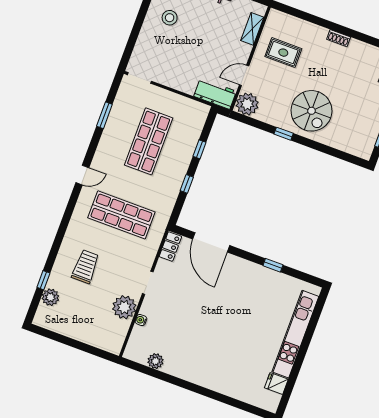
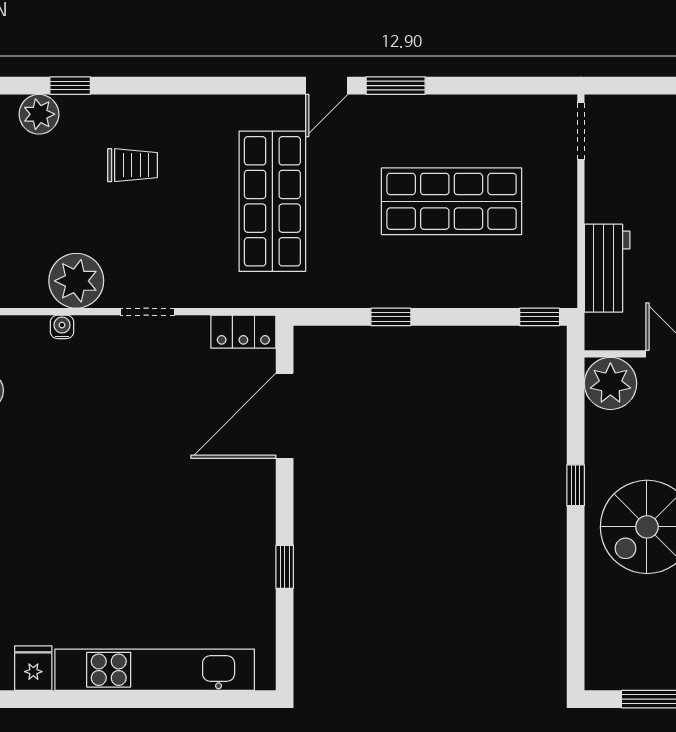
workbench: (215, 94) -> (607, 268), moved
window: (104, 115) -> (396, 86), moved
window: (200, 149) -> (540, 317), moved
door: (82, 175) -> (327, 86), hinge flipped
trolley: (85, 267) -> (132, 165), width x0.73, depth x0.72

